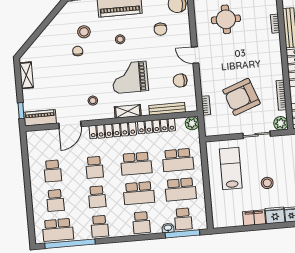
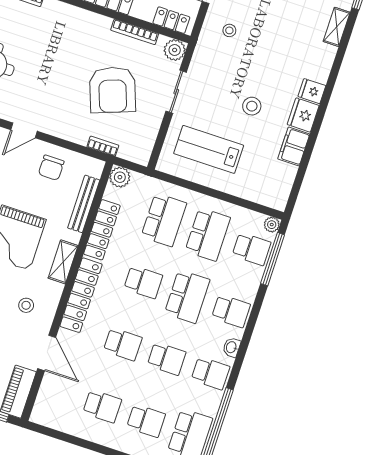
school desk: (136, 164) -> (143, 282), width x0.54
plant: (203, 225) -> (272, 225), added
washbasin: (168, 228) -> (232, 347), moved

